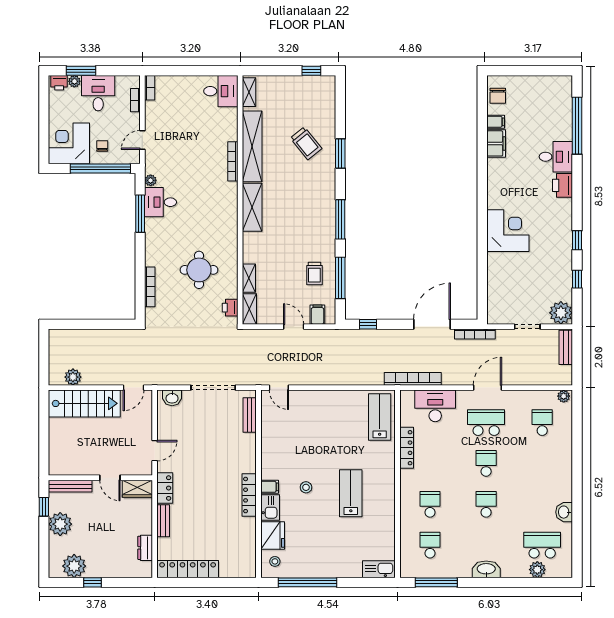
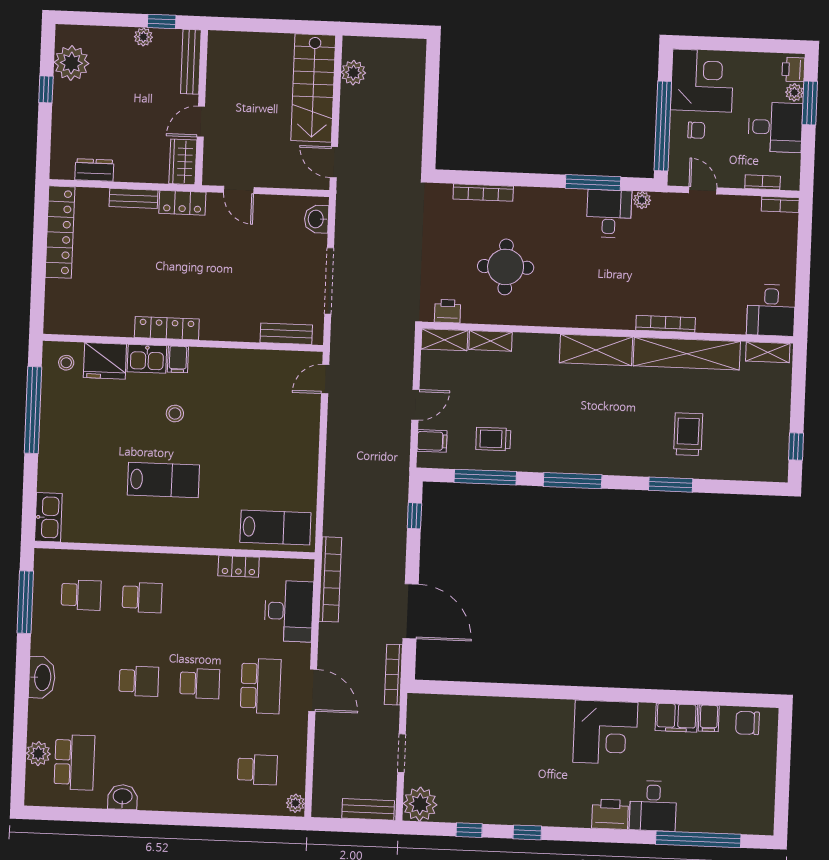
trolley: (306, 143) -> (688, 434), turned 129
corner desk: (508, 231) -> (605, 732), moved
locker: (407, 448) -> (239, 566), width x0.66
plant: (60, 524) -> (143, 37), width x0.53, depth x0.53

